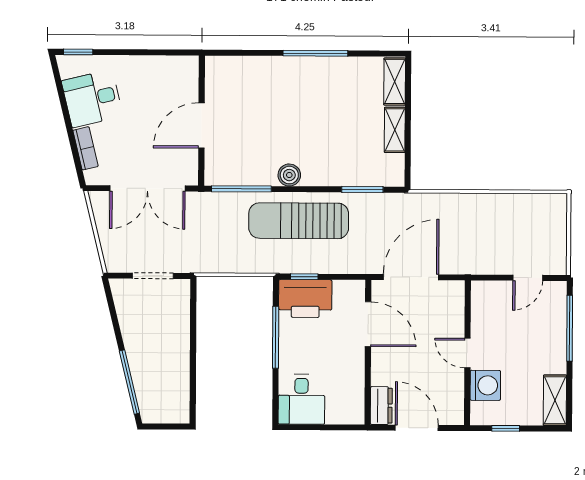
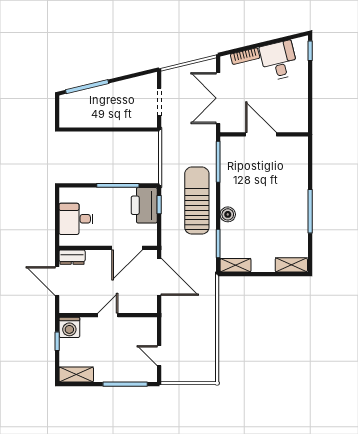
shelving: (395, 130) -> (236, 265), moved
boiler: (289, 175) -> (228, 214), moved
washing machine: (485, 385) -> (69, 327), moved
desk: (301, 399) -> (76, 219), moved
door: (417, 428) -> (57, 281), swing flipped

